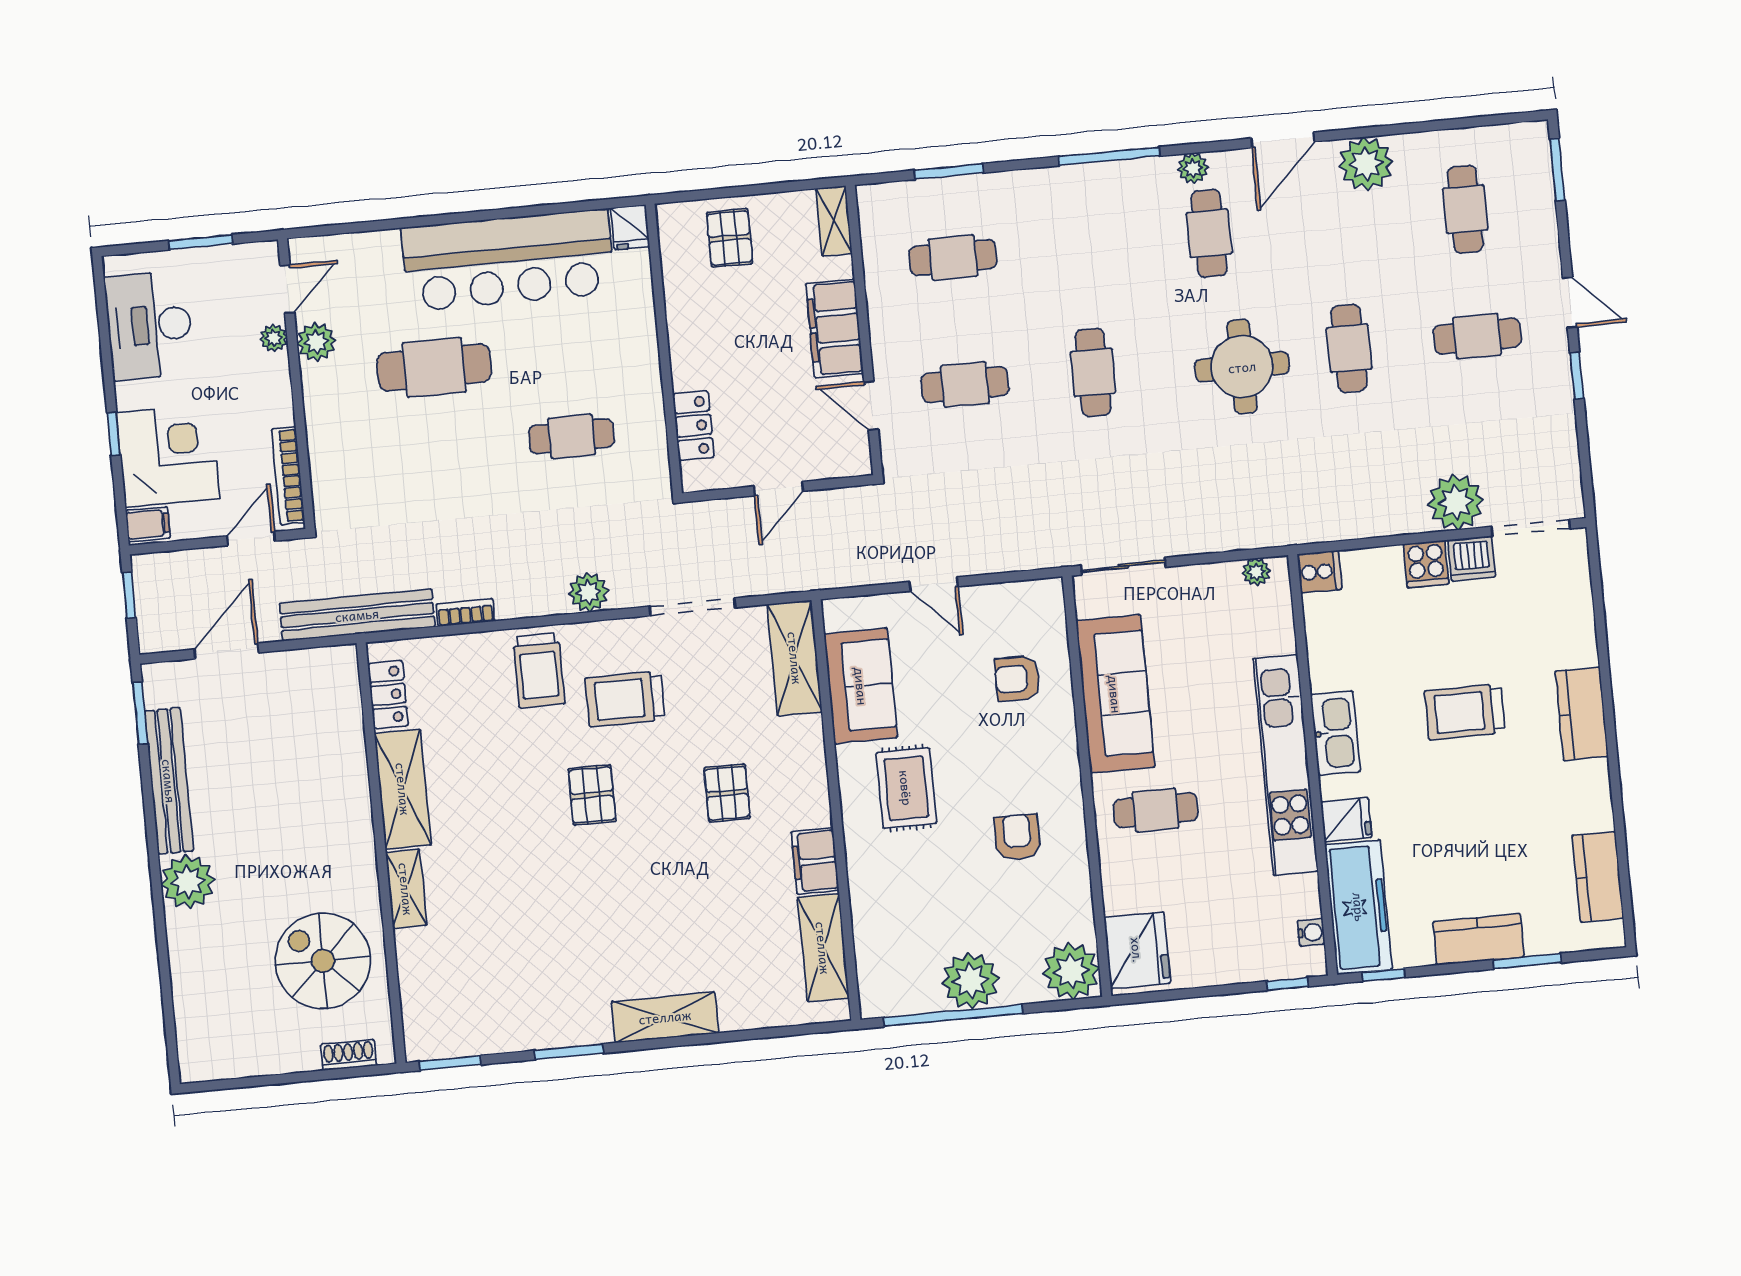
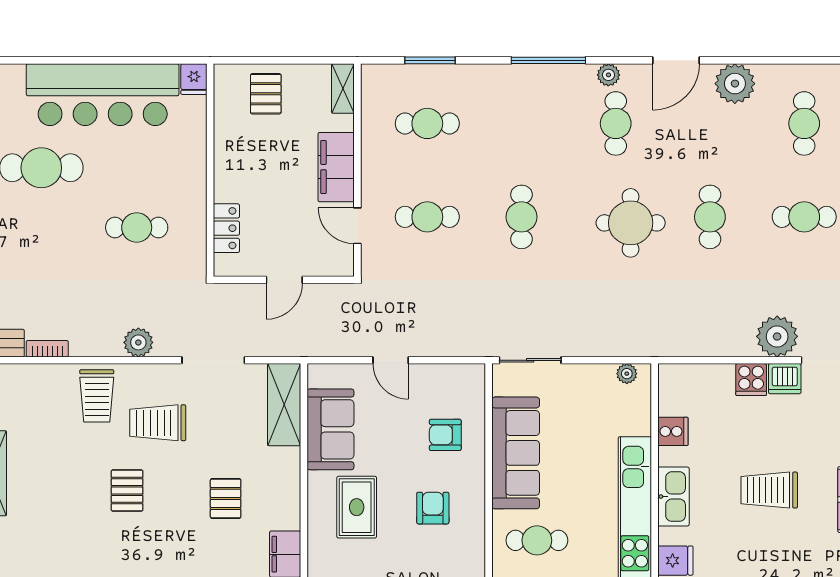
cooker: (1319, 572) -> (673, 431), moved
armchair: (1017, 837) -> (433, 508), moved

